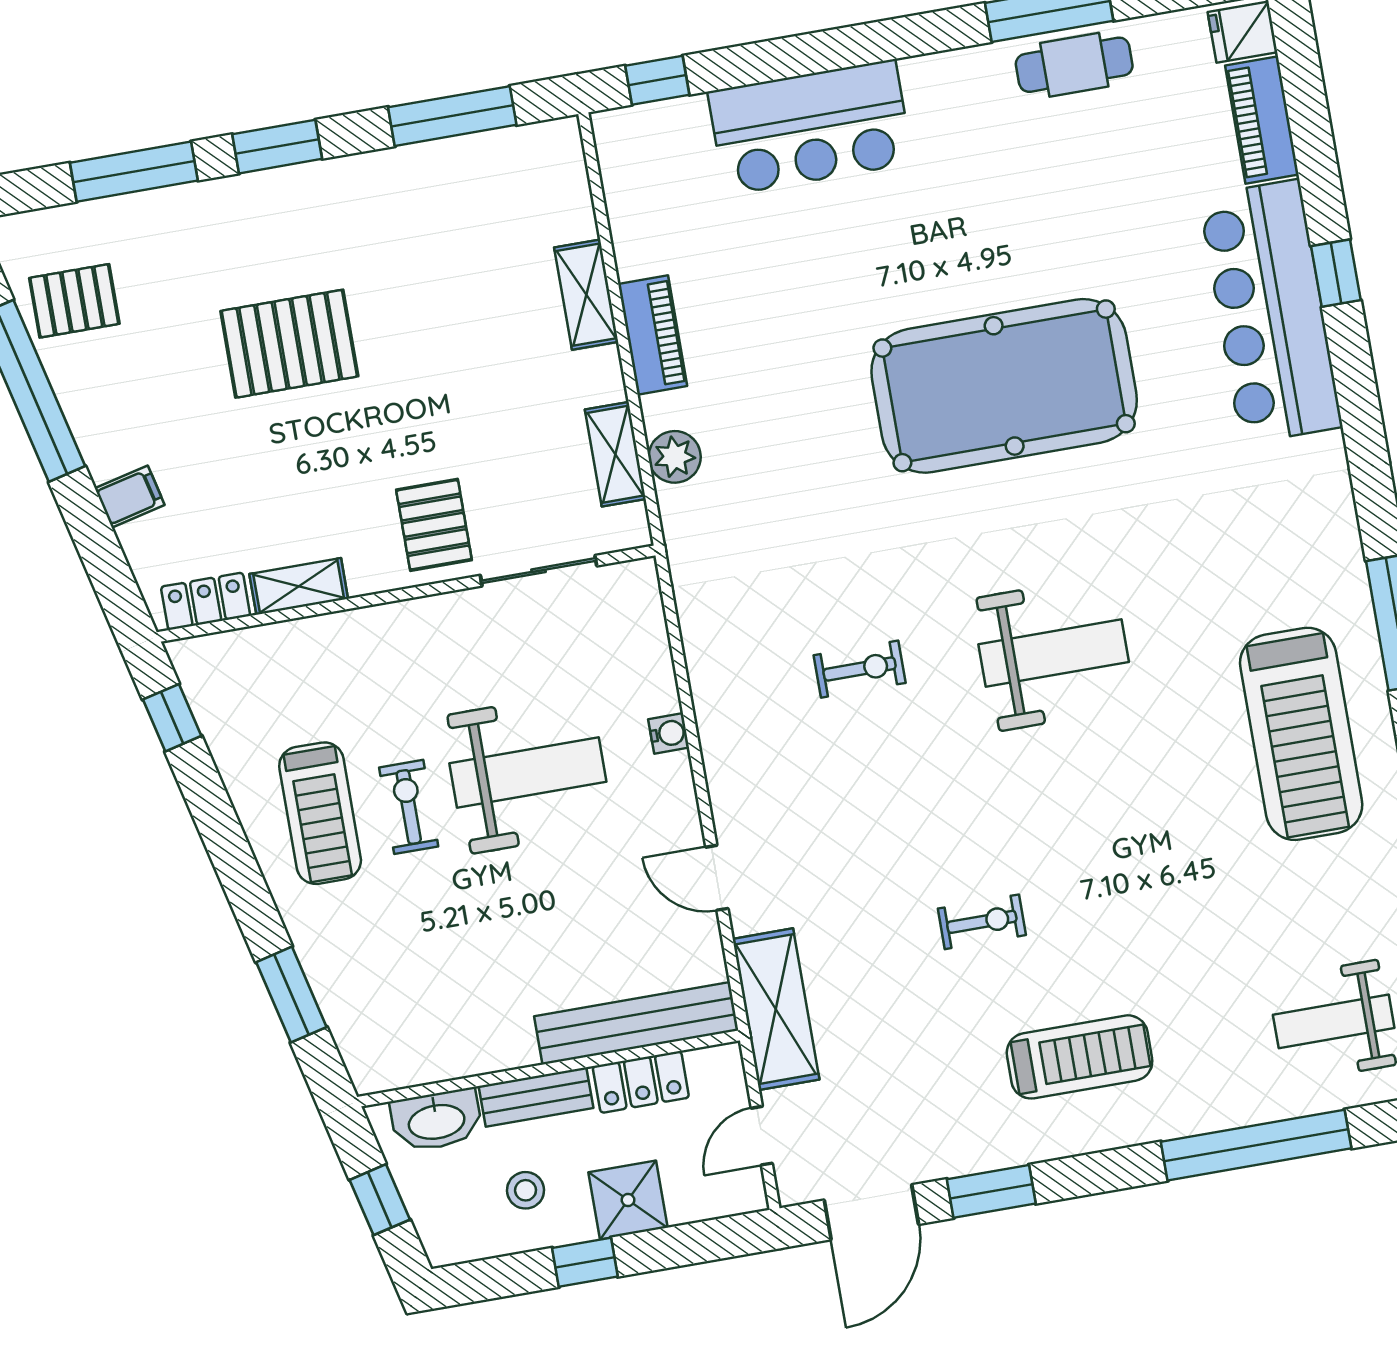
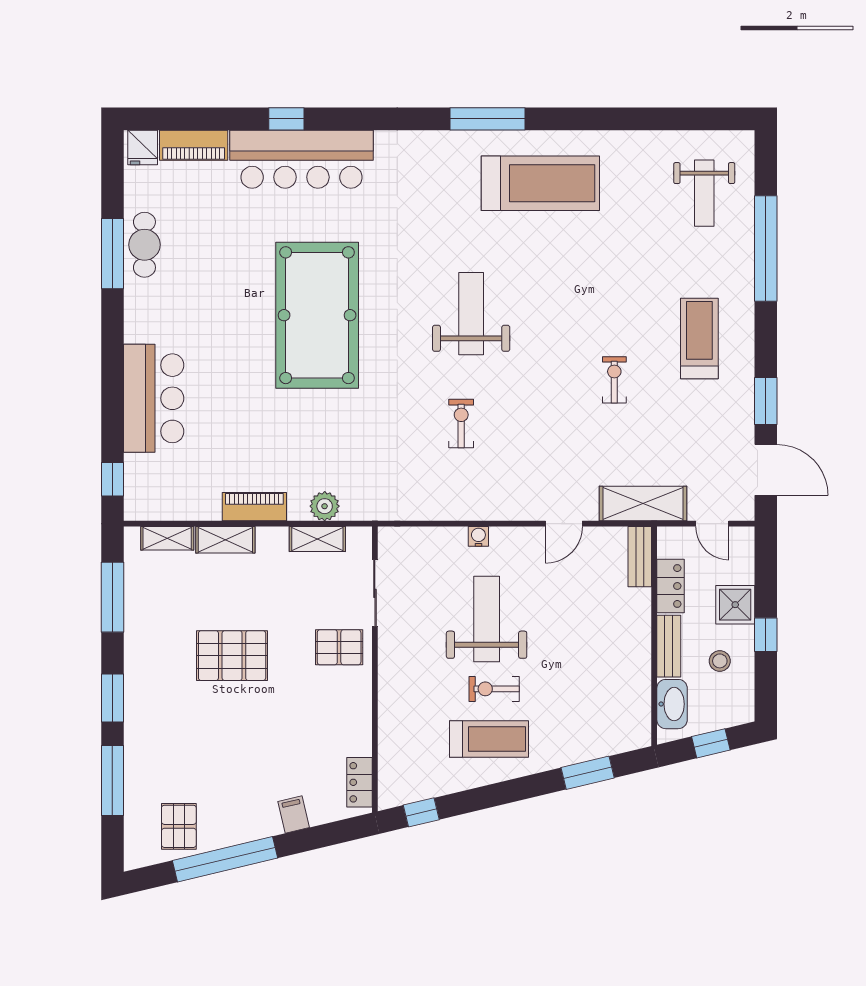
pallet: (289, 344) -> (232, 656), moved, turned 90
shelving: (299, 586) -> (167, 538), moved, turned 90
bench: (636, 1023) -> (640, 557), width x0.54, depth x0.82

